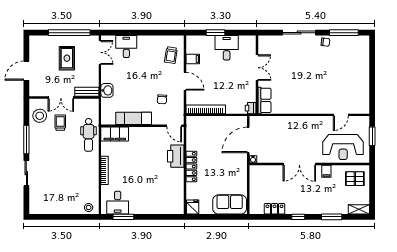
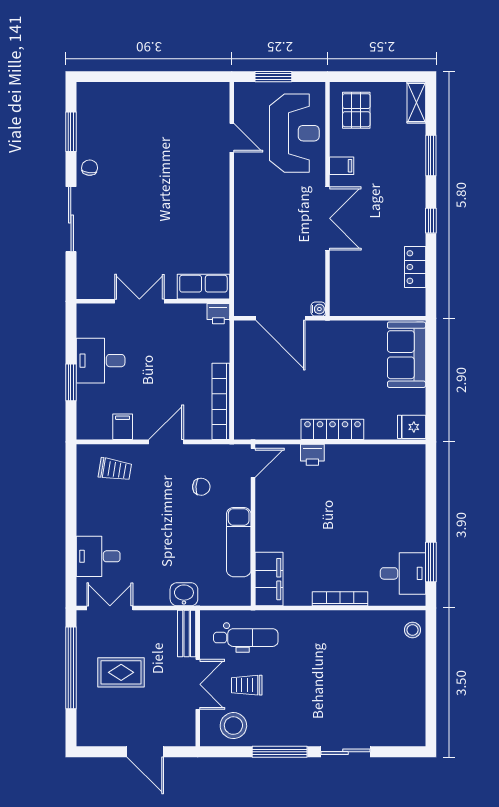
window: (344, 33) -> (71, 132), width x0.69
dental chair: (89, 135) -> (246, 638), moved
printer: (176, 156) -> (312, 455), width x0.53, depth x0.68

